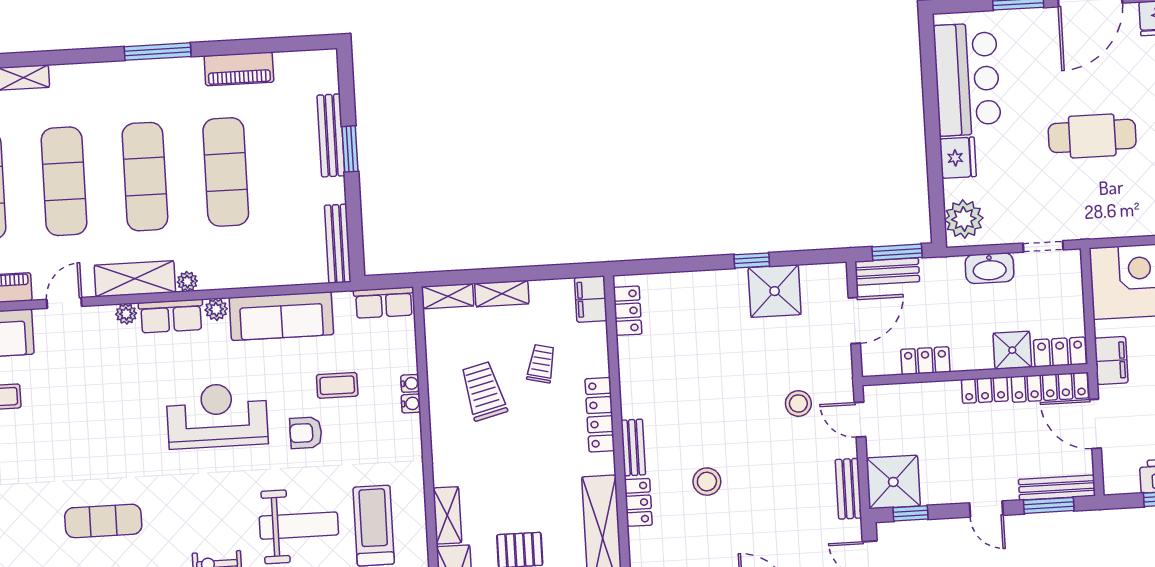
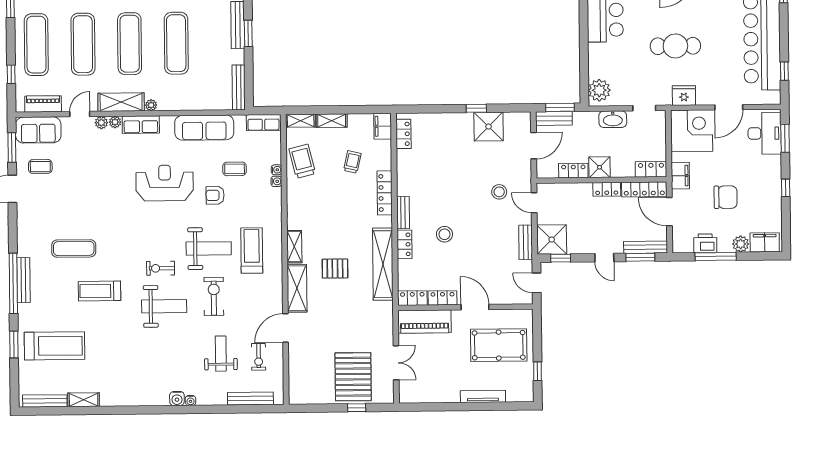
fridge: (958, 158) -> (684, 96), moved, turned -90
plant: (216, 309) -> (101, 123), moved
shower: (1012, 350) -> (600, 167), moved
trolley: (484, 391) -> (302, 161), moved
exercise mat: (103, 521) -> (74, 248), moved

